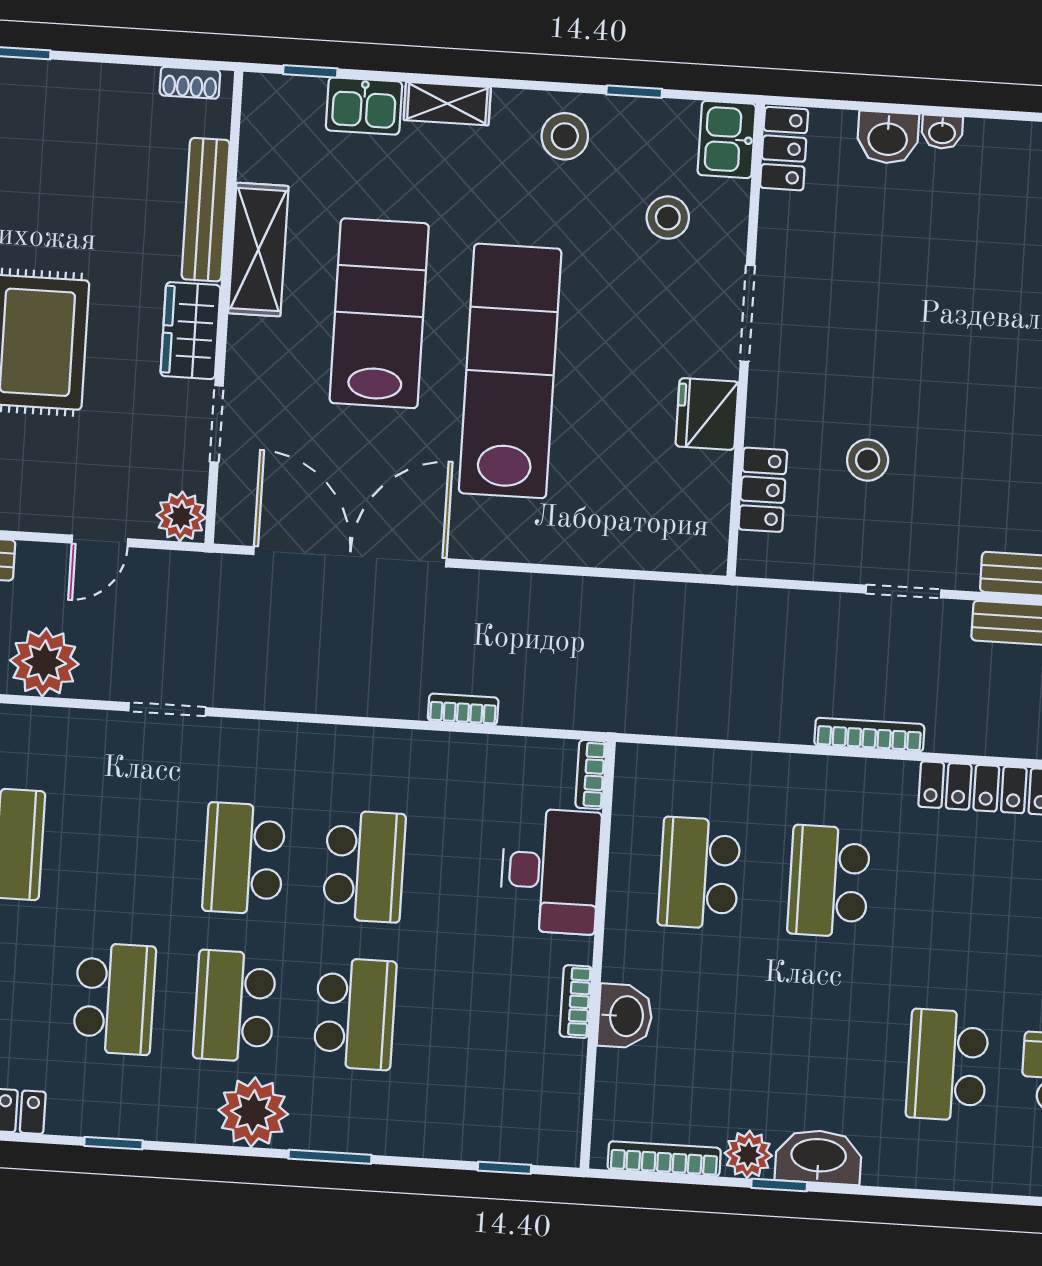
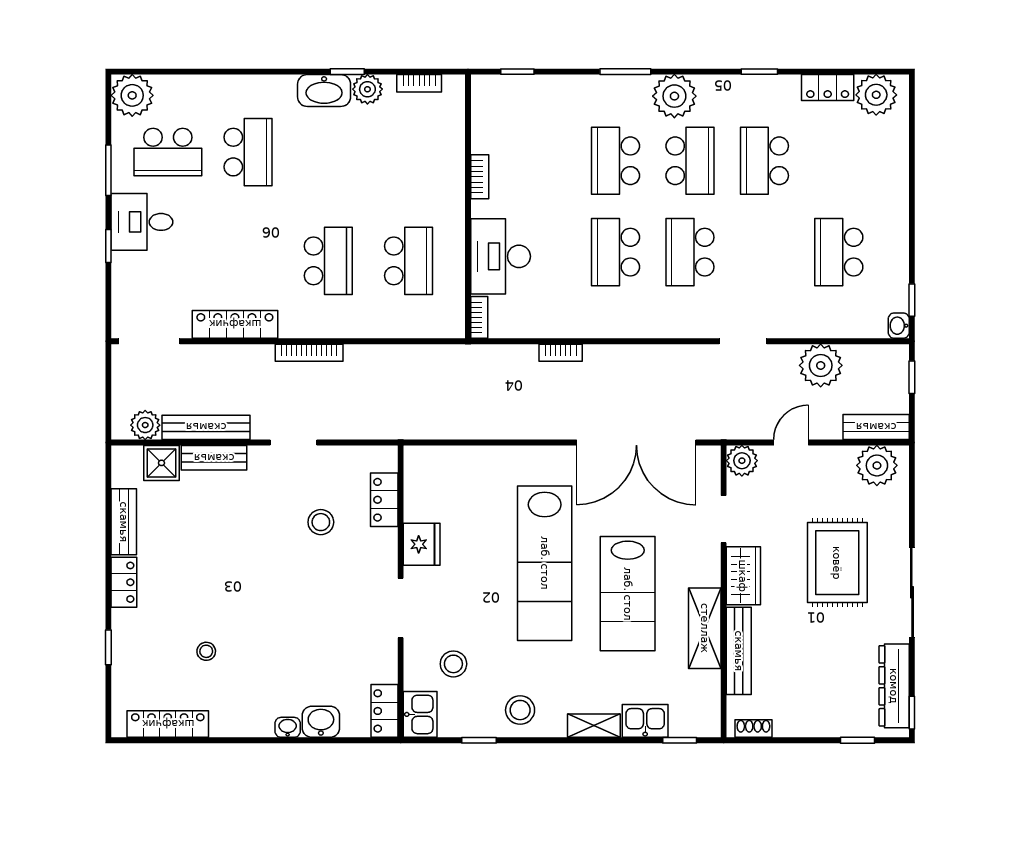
school desk: (244, 859) -> (690, 252), turned 180
washbasin: (625, 1016) -> (449, 170), removed
bookcase: (664, 1159) -> (419, 83), width x0.64

